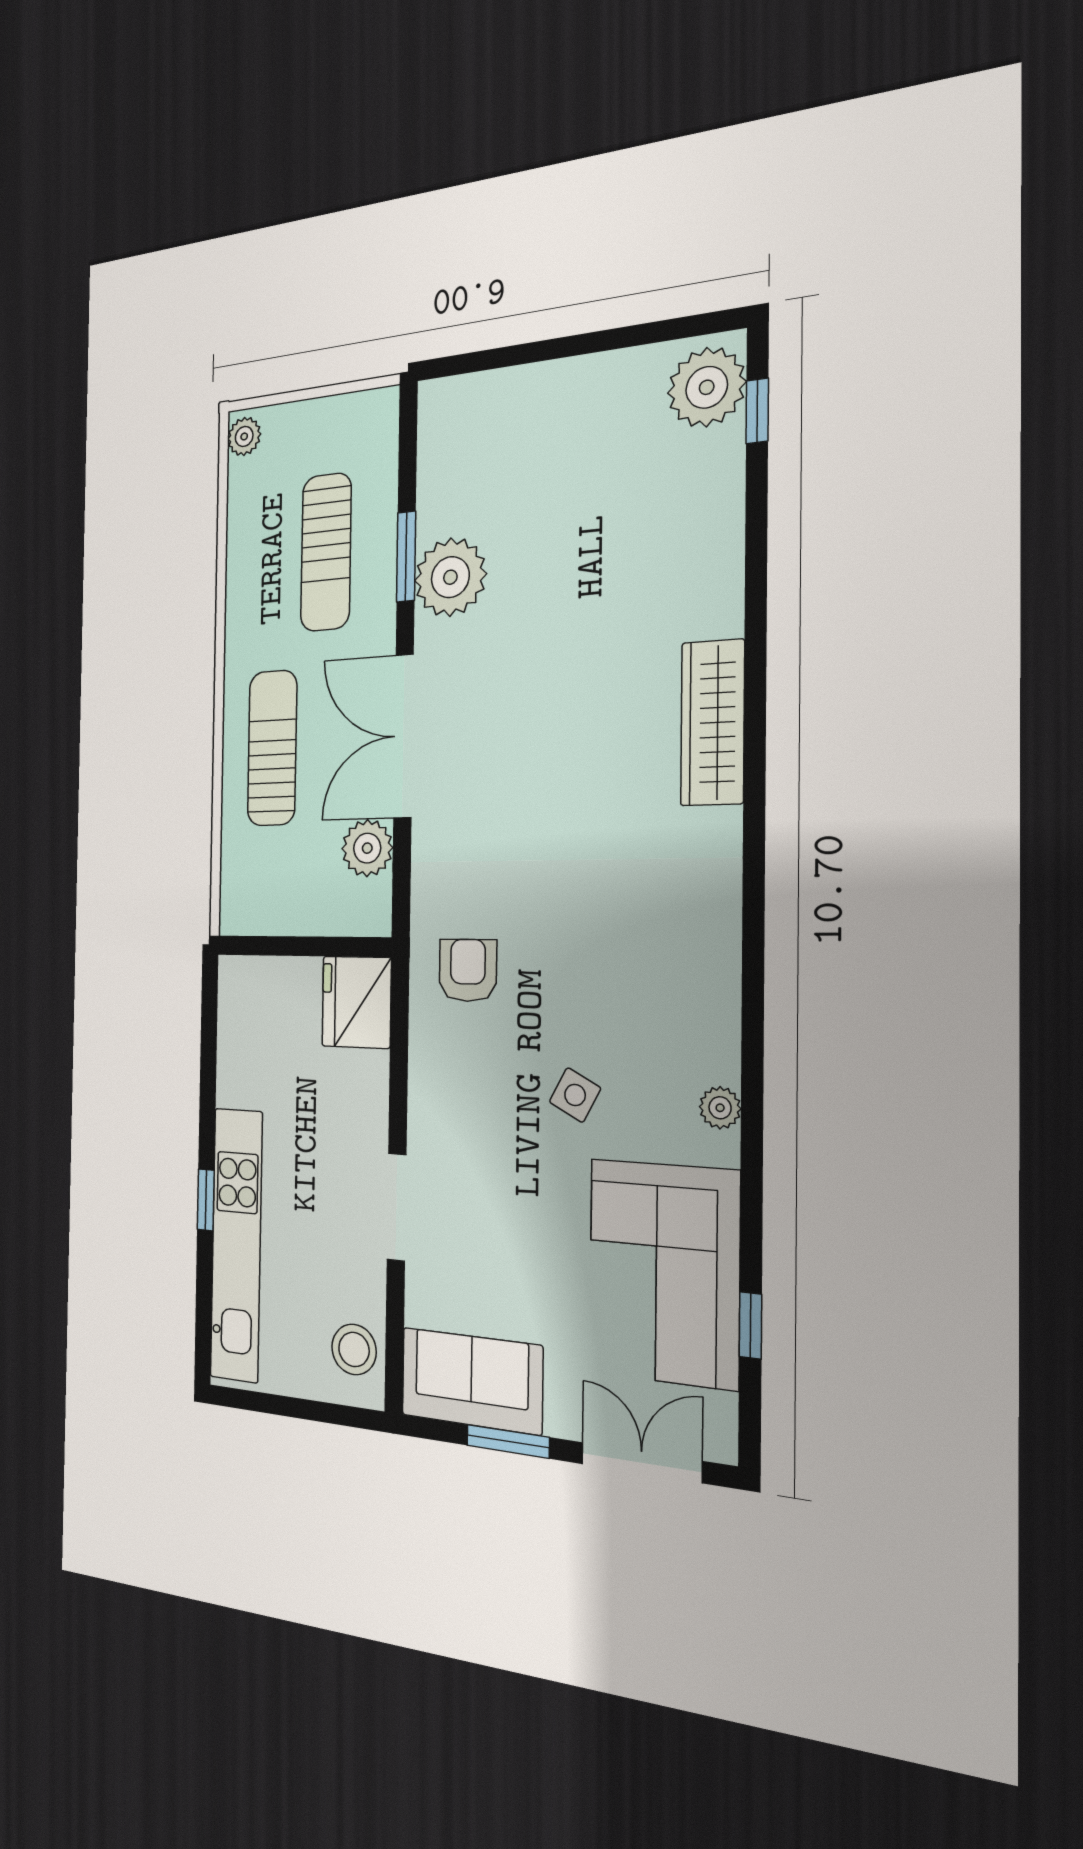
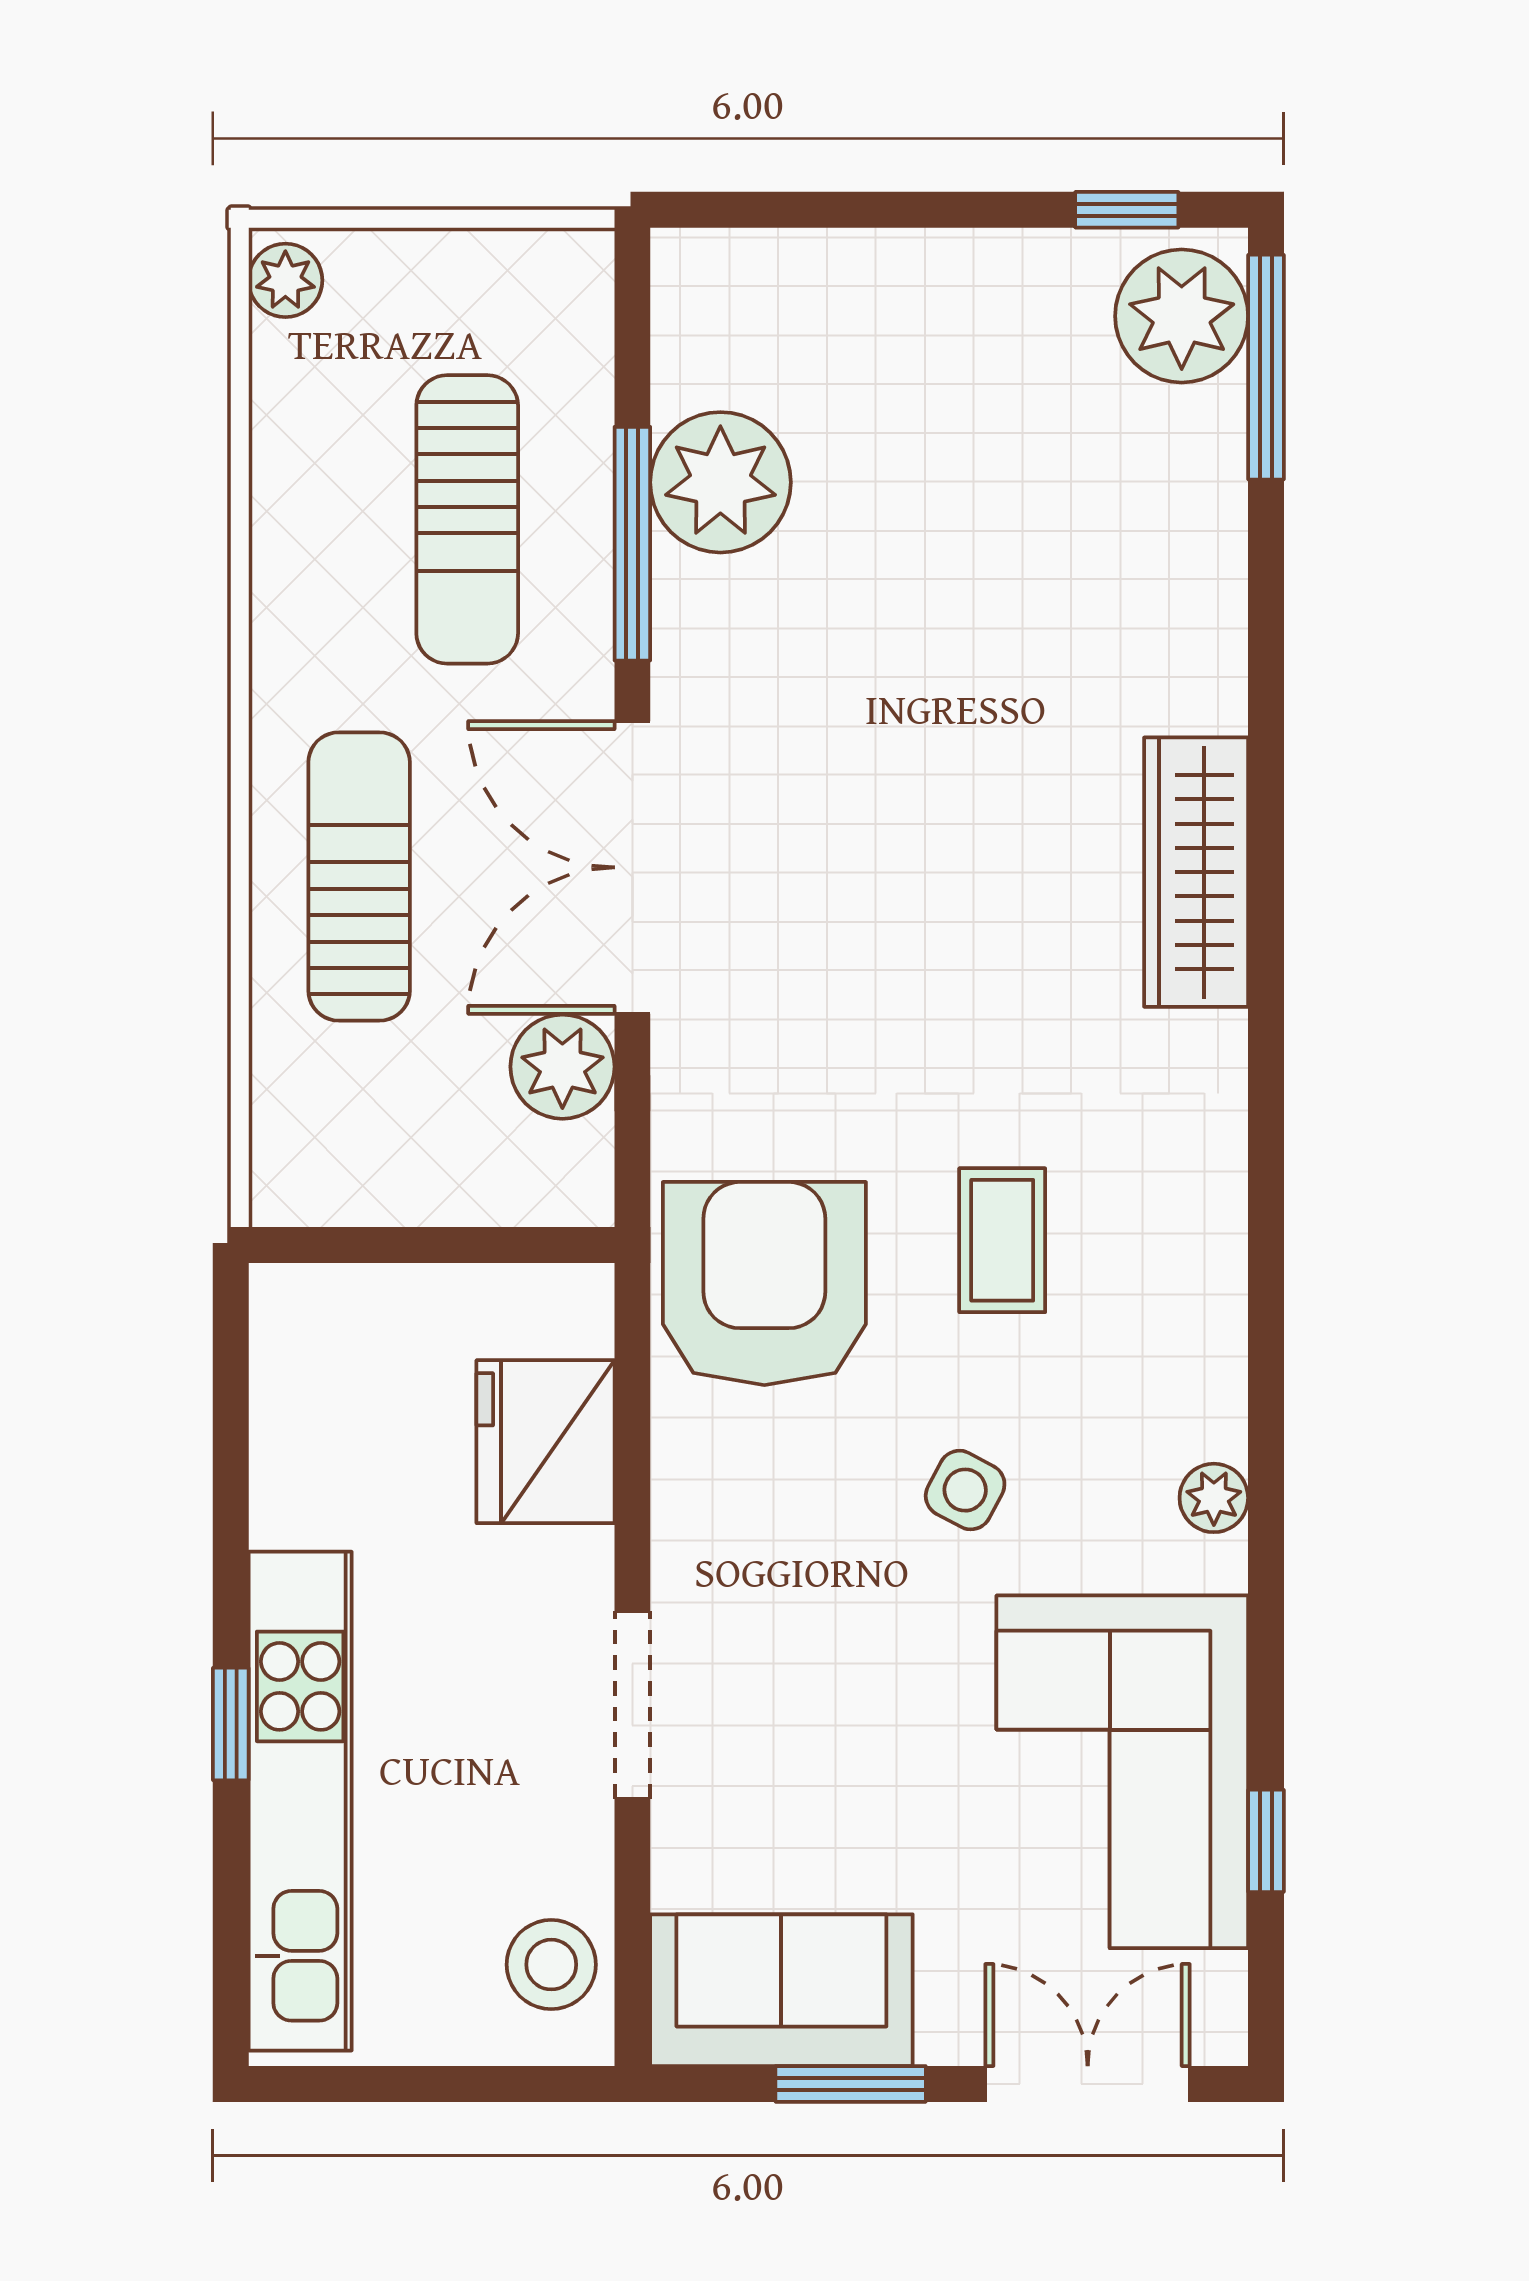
window: (675, 329) -> (1127, 210), added
window: (757, 411) -> (1266, 367), width x2.17
window: (406, 557) -> (632, 544), width x1.44
plant: (450, 577) -> (720, 482), moved
coffee table: (597, 947) -> (1002, 1240), added
armchair: (468, 970) -> (764, 1284), width x1.88, depth x1.88
fridge: (357, 1002) -> (545, 1442), moved

